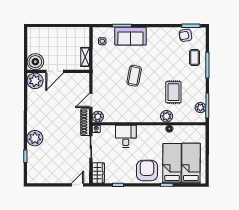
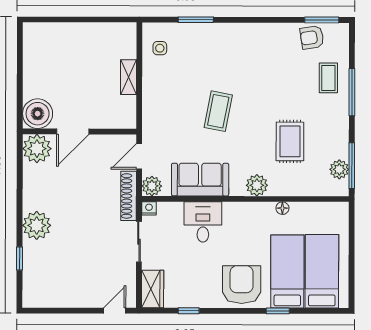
sofa: (130, 36) -> (200, 180), moved, turned 180
boiler: (35, 62) -> (38, 114), moved
door: (55, 71) -> (73, 131), moved
wall: (58, 71) -> (79, 131), moved
plant: (35, 81) -> (37, 149), moved
plant: (166, 116) -> (257, 185), moved

